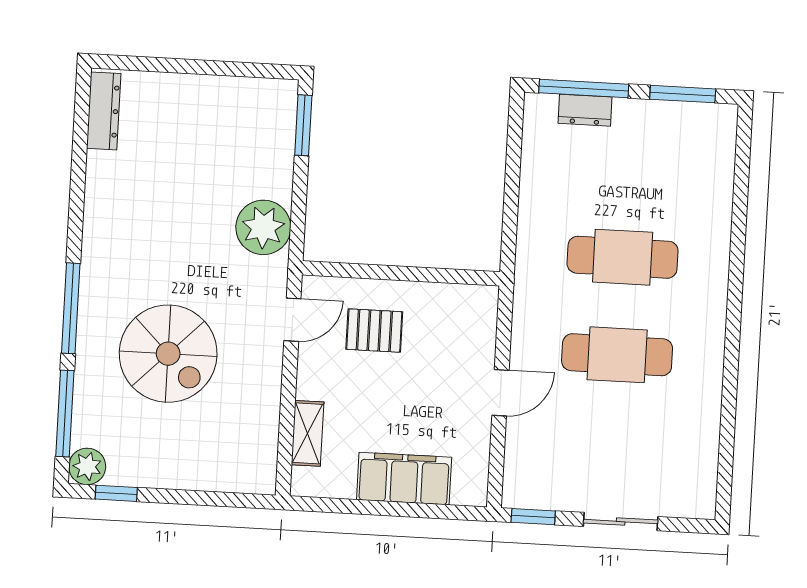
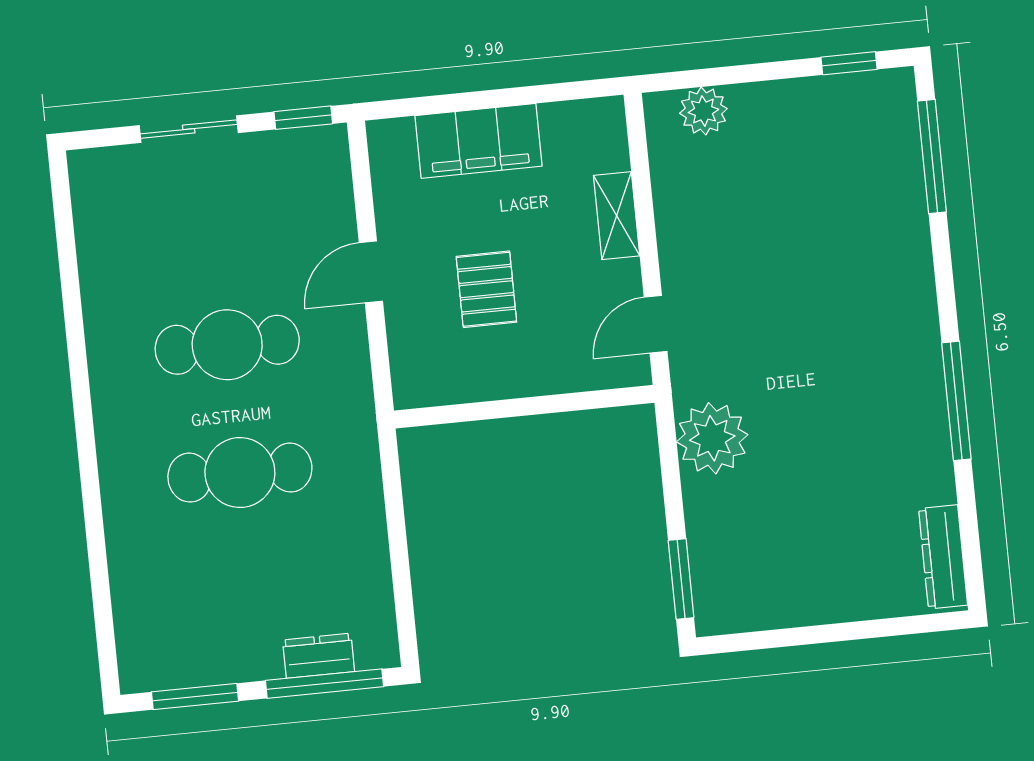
window: (71, 308) -> (956, 401), moved
pallet: (374, 331) -> (486, 289), moved, turned 90
spiral stairs: (168, 354) -> (810, 255), removed
shelving: (307, 433) -> (617, 216), moved
plant: (87, 466) -> (703, 111), moved

